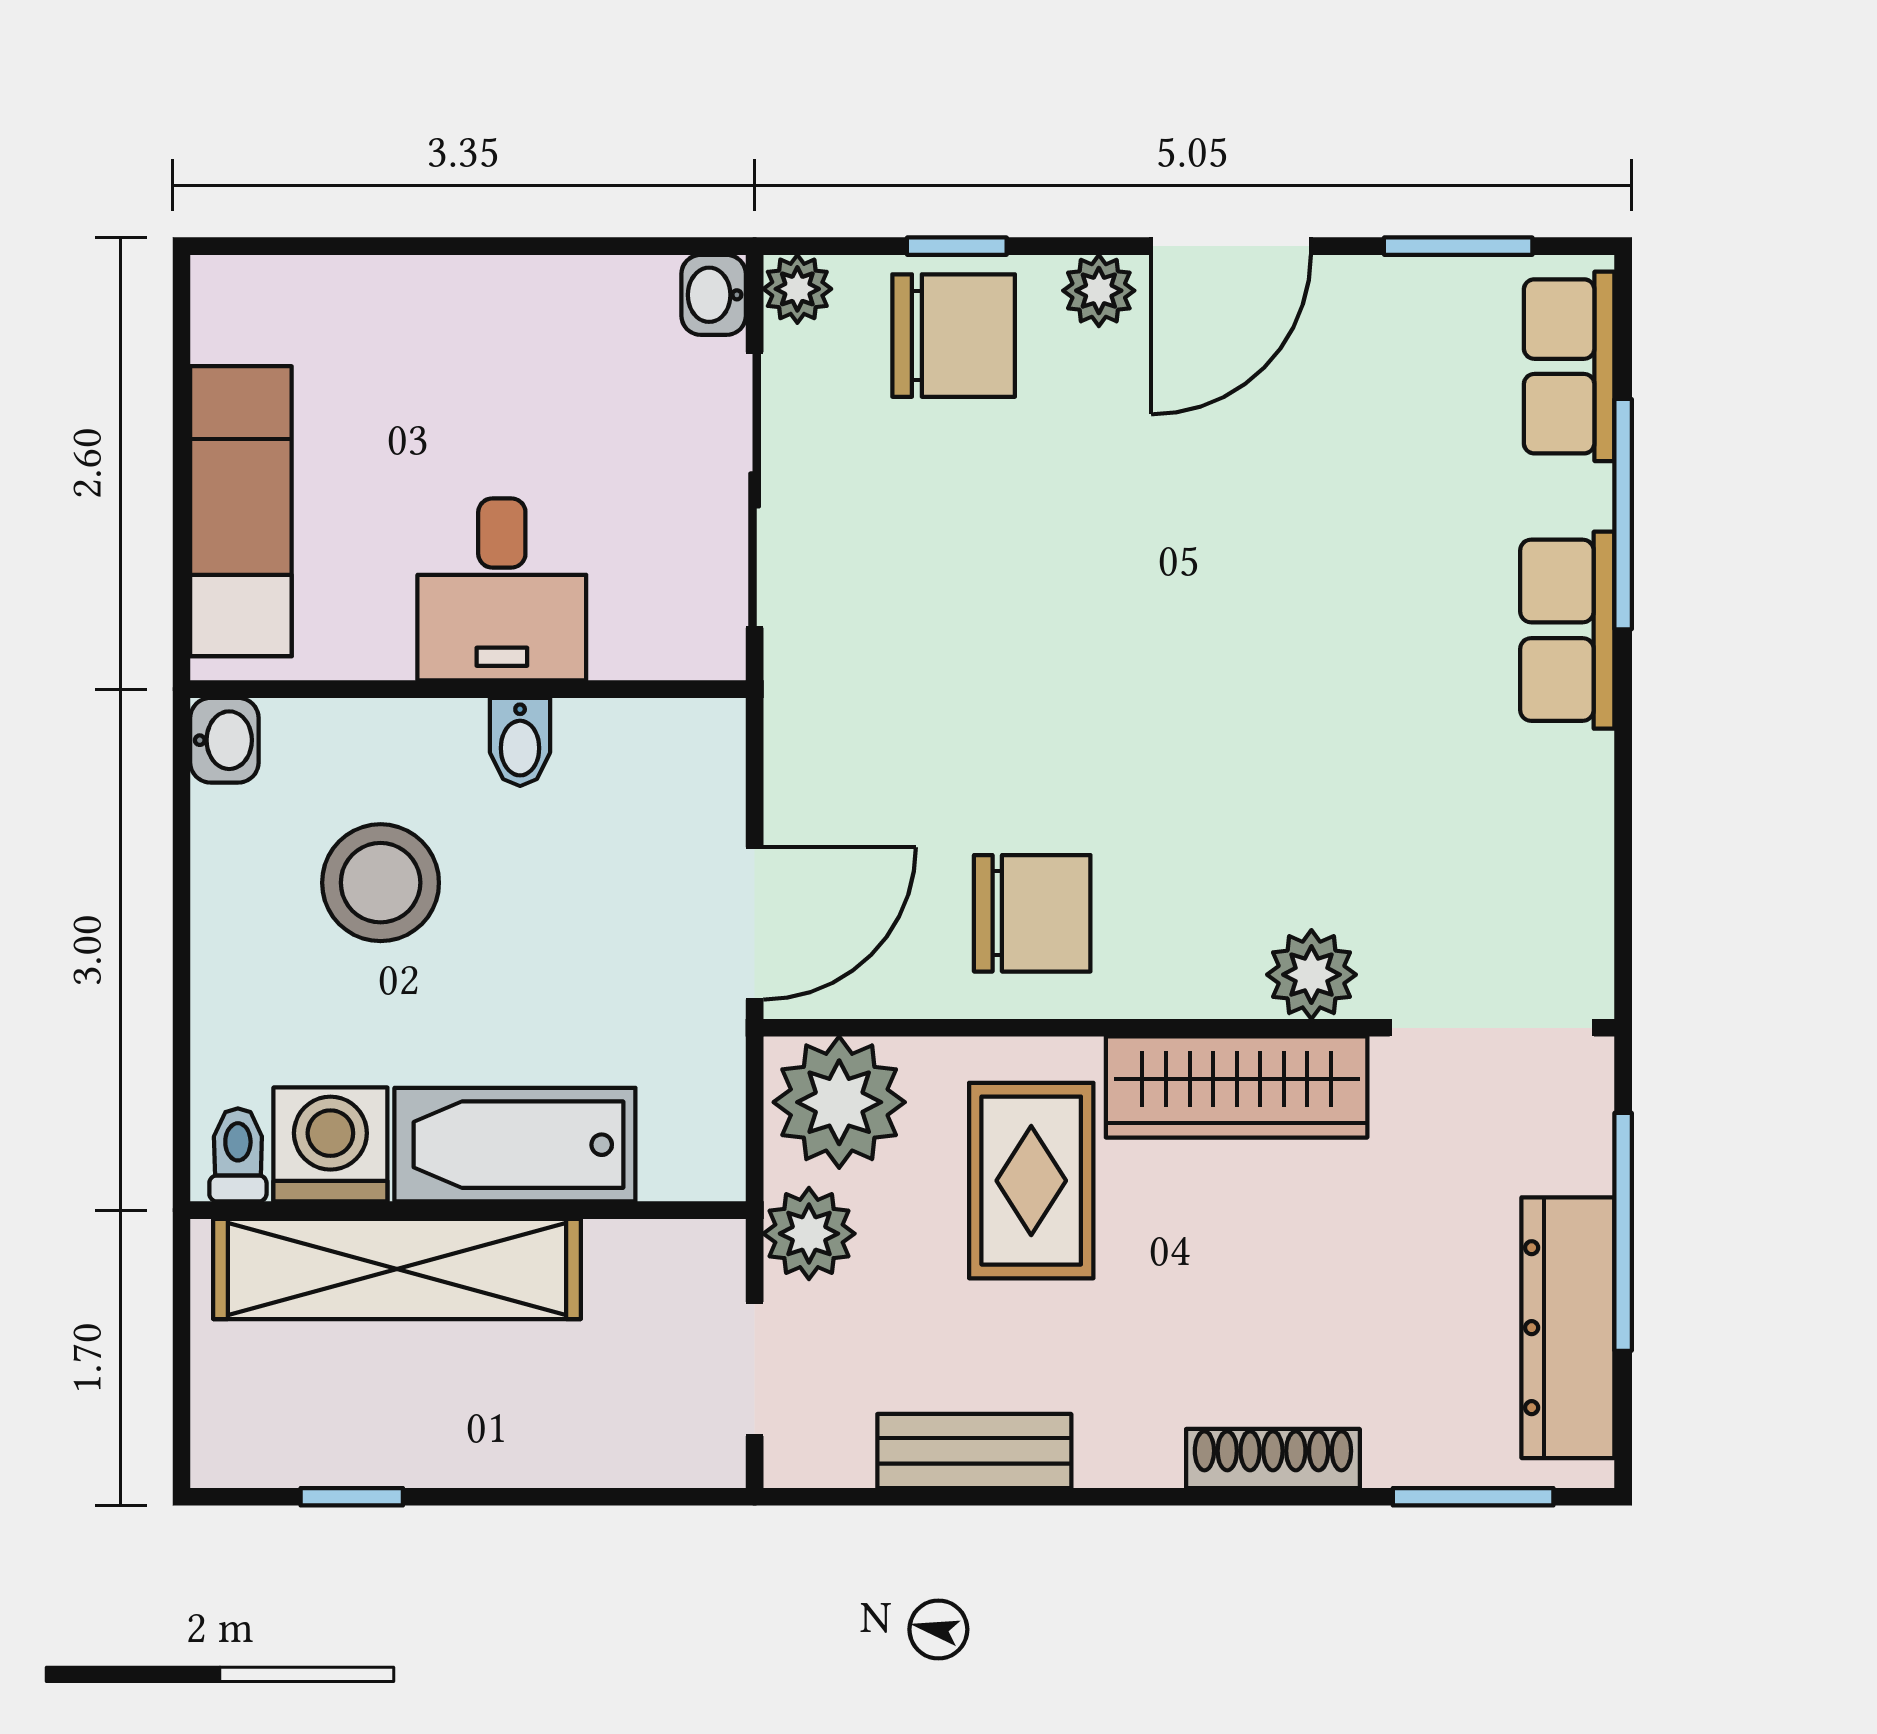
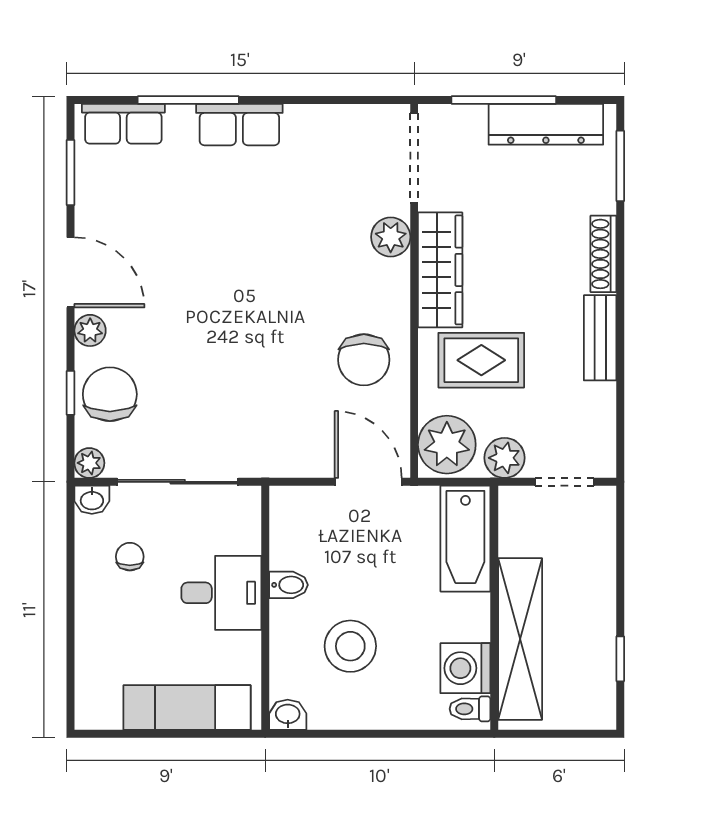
chair: (584, 381) -> (130, 557), added
chair: (1032, 913) -> (364, 360), turned 180
bathtub: (515, 1145) -> (465, 539), moved
bench: (974, 1451) -> (600, 338), moved

